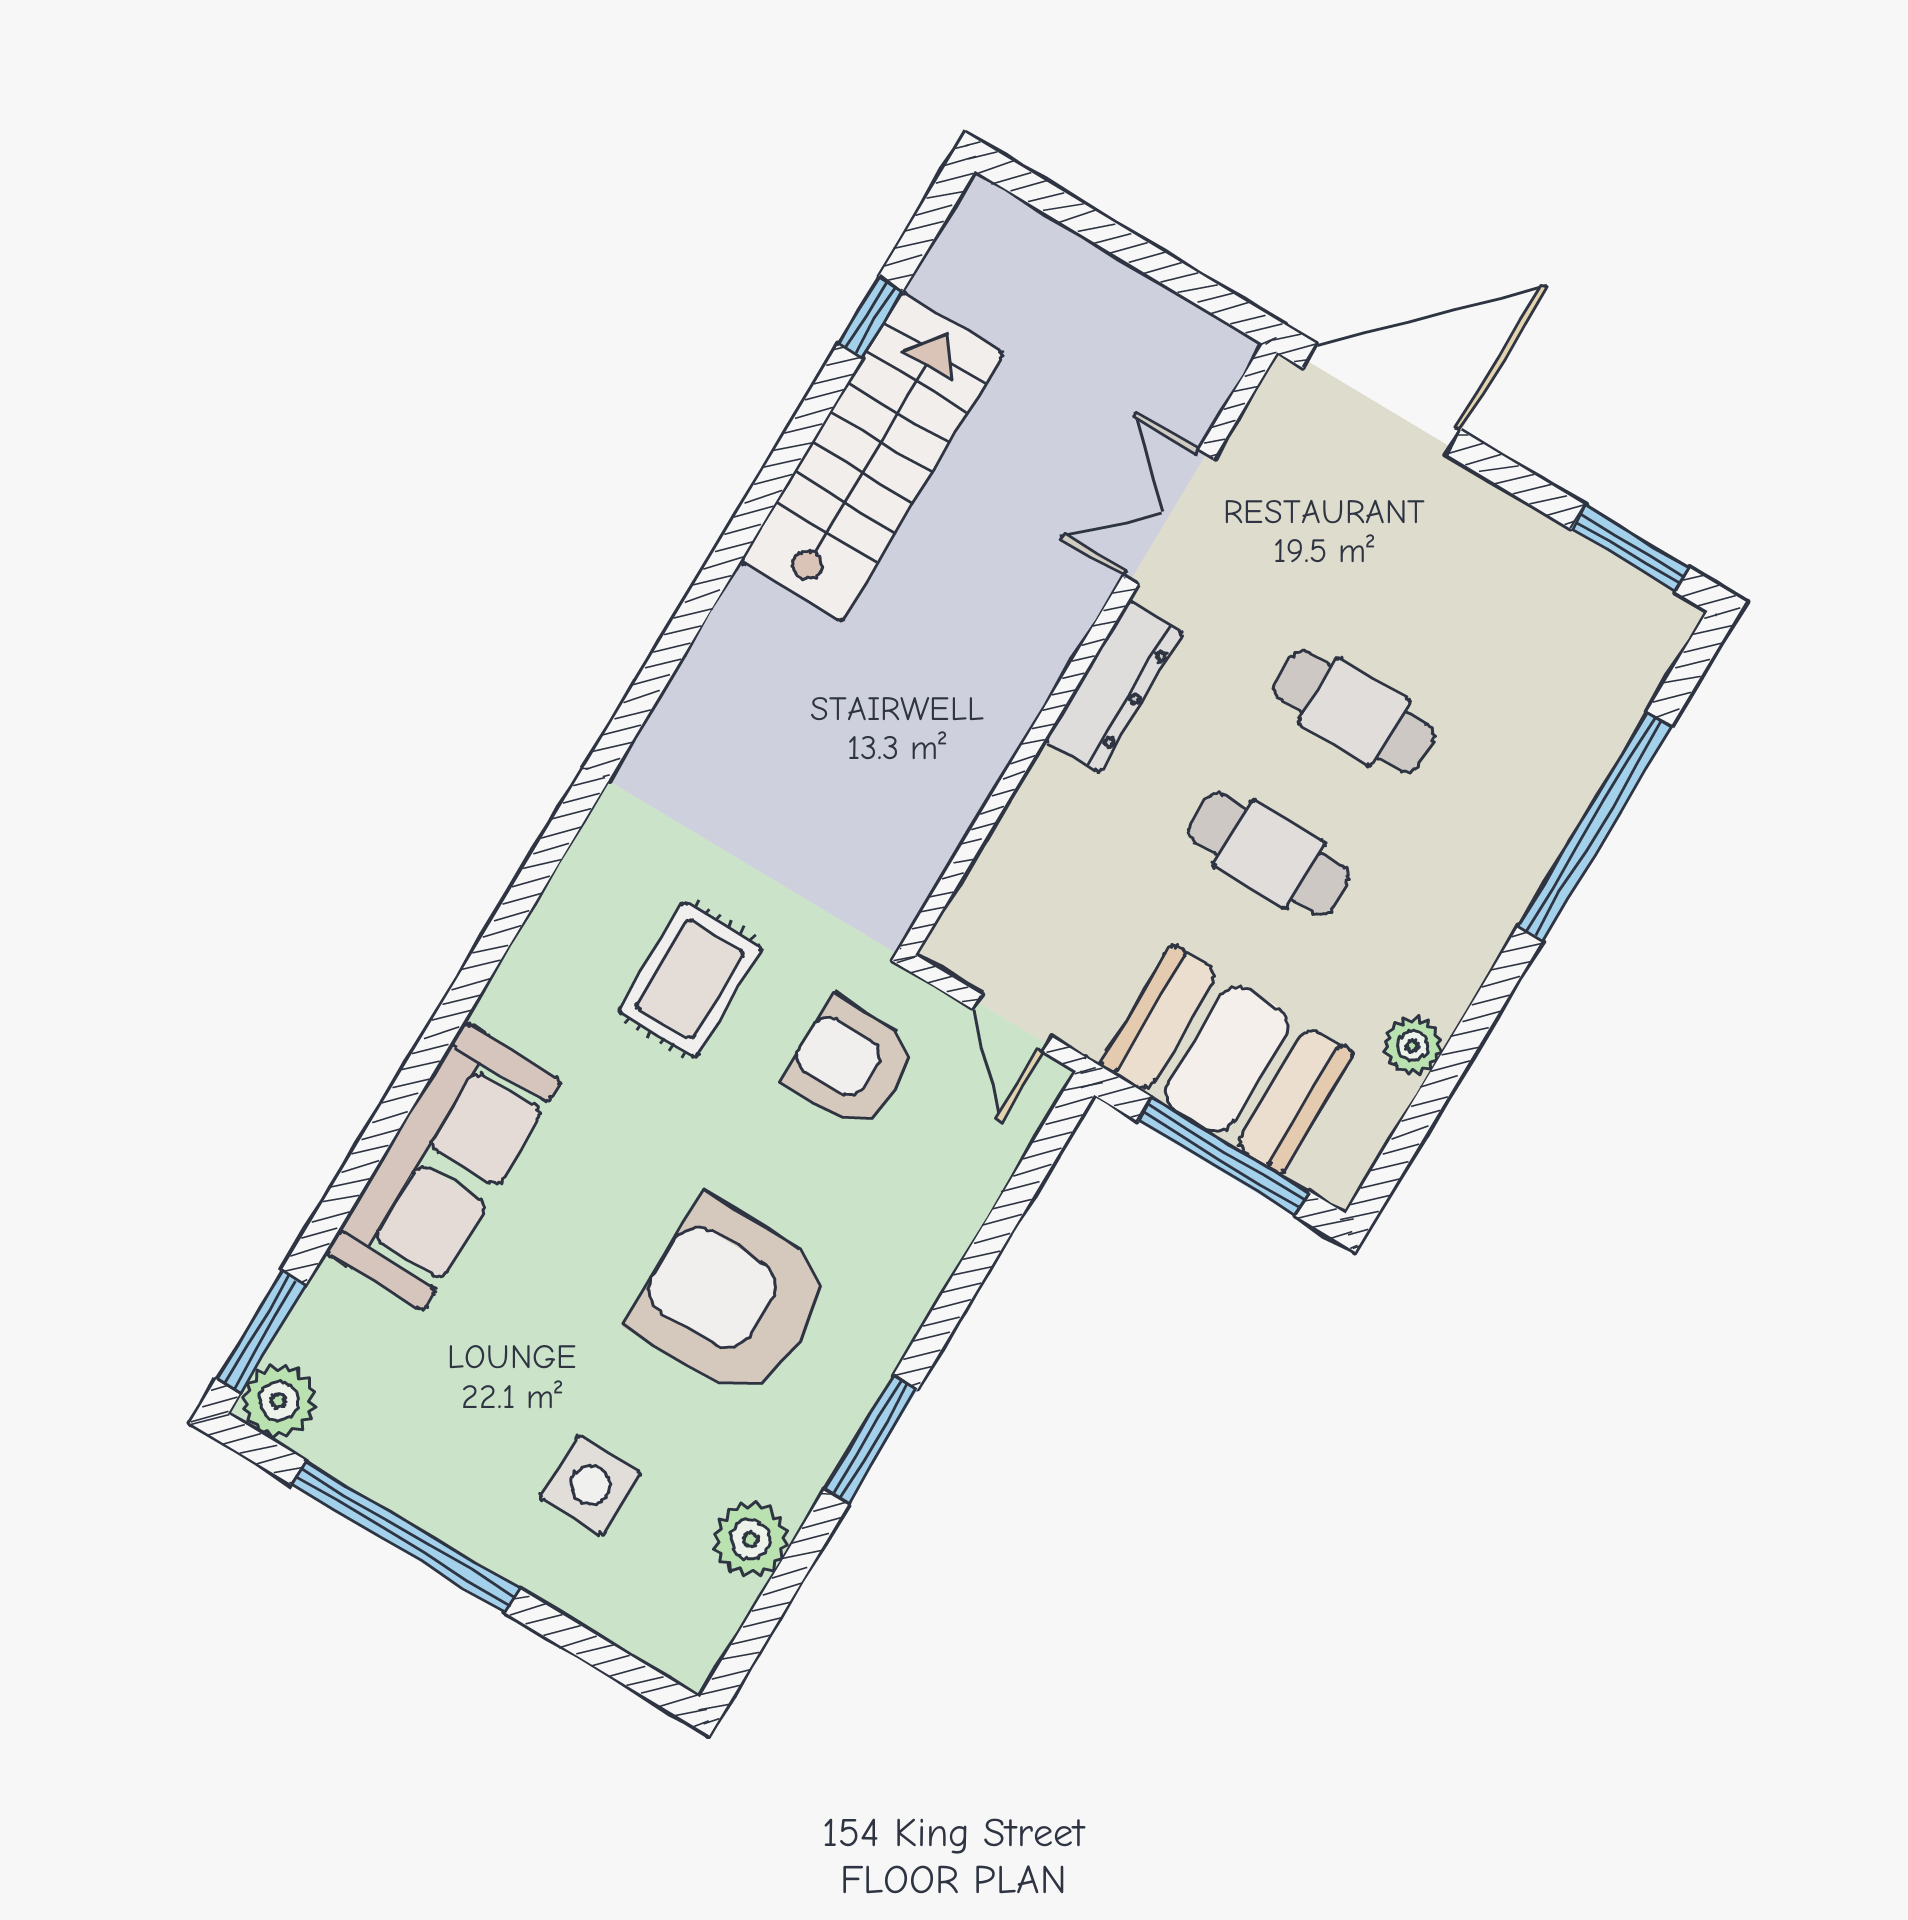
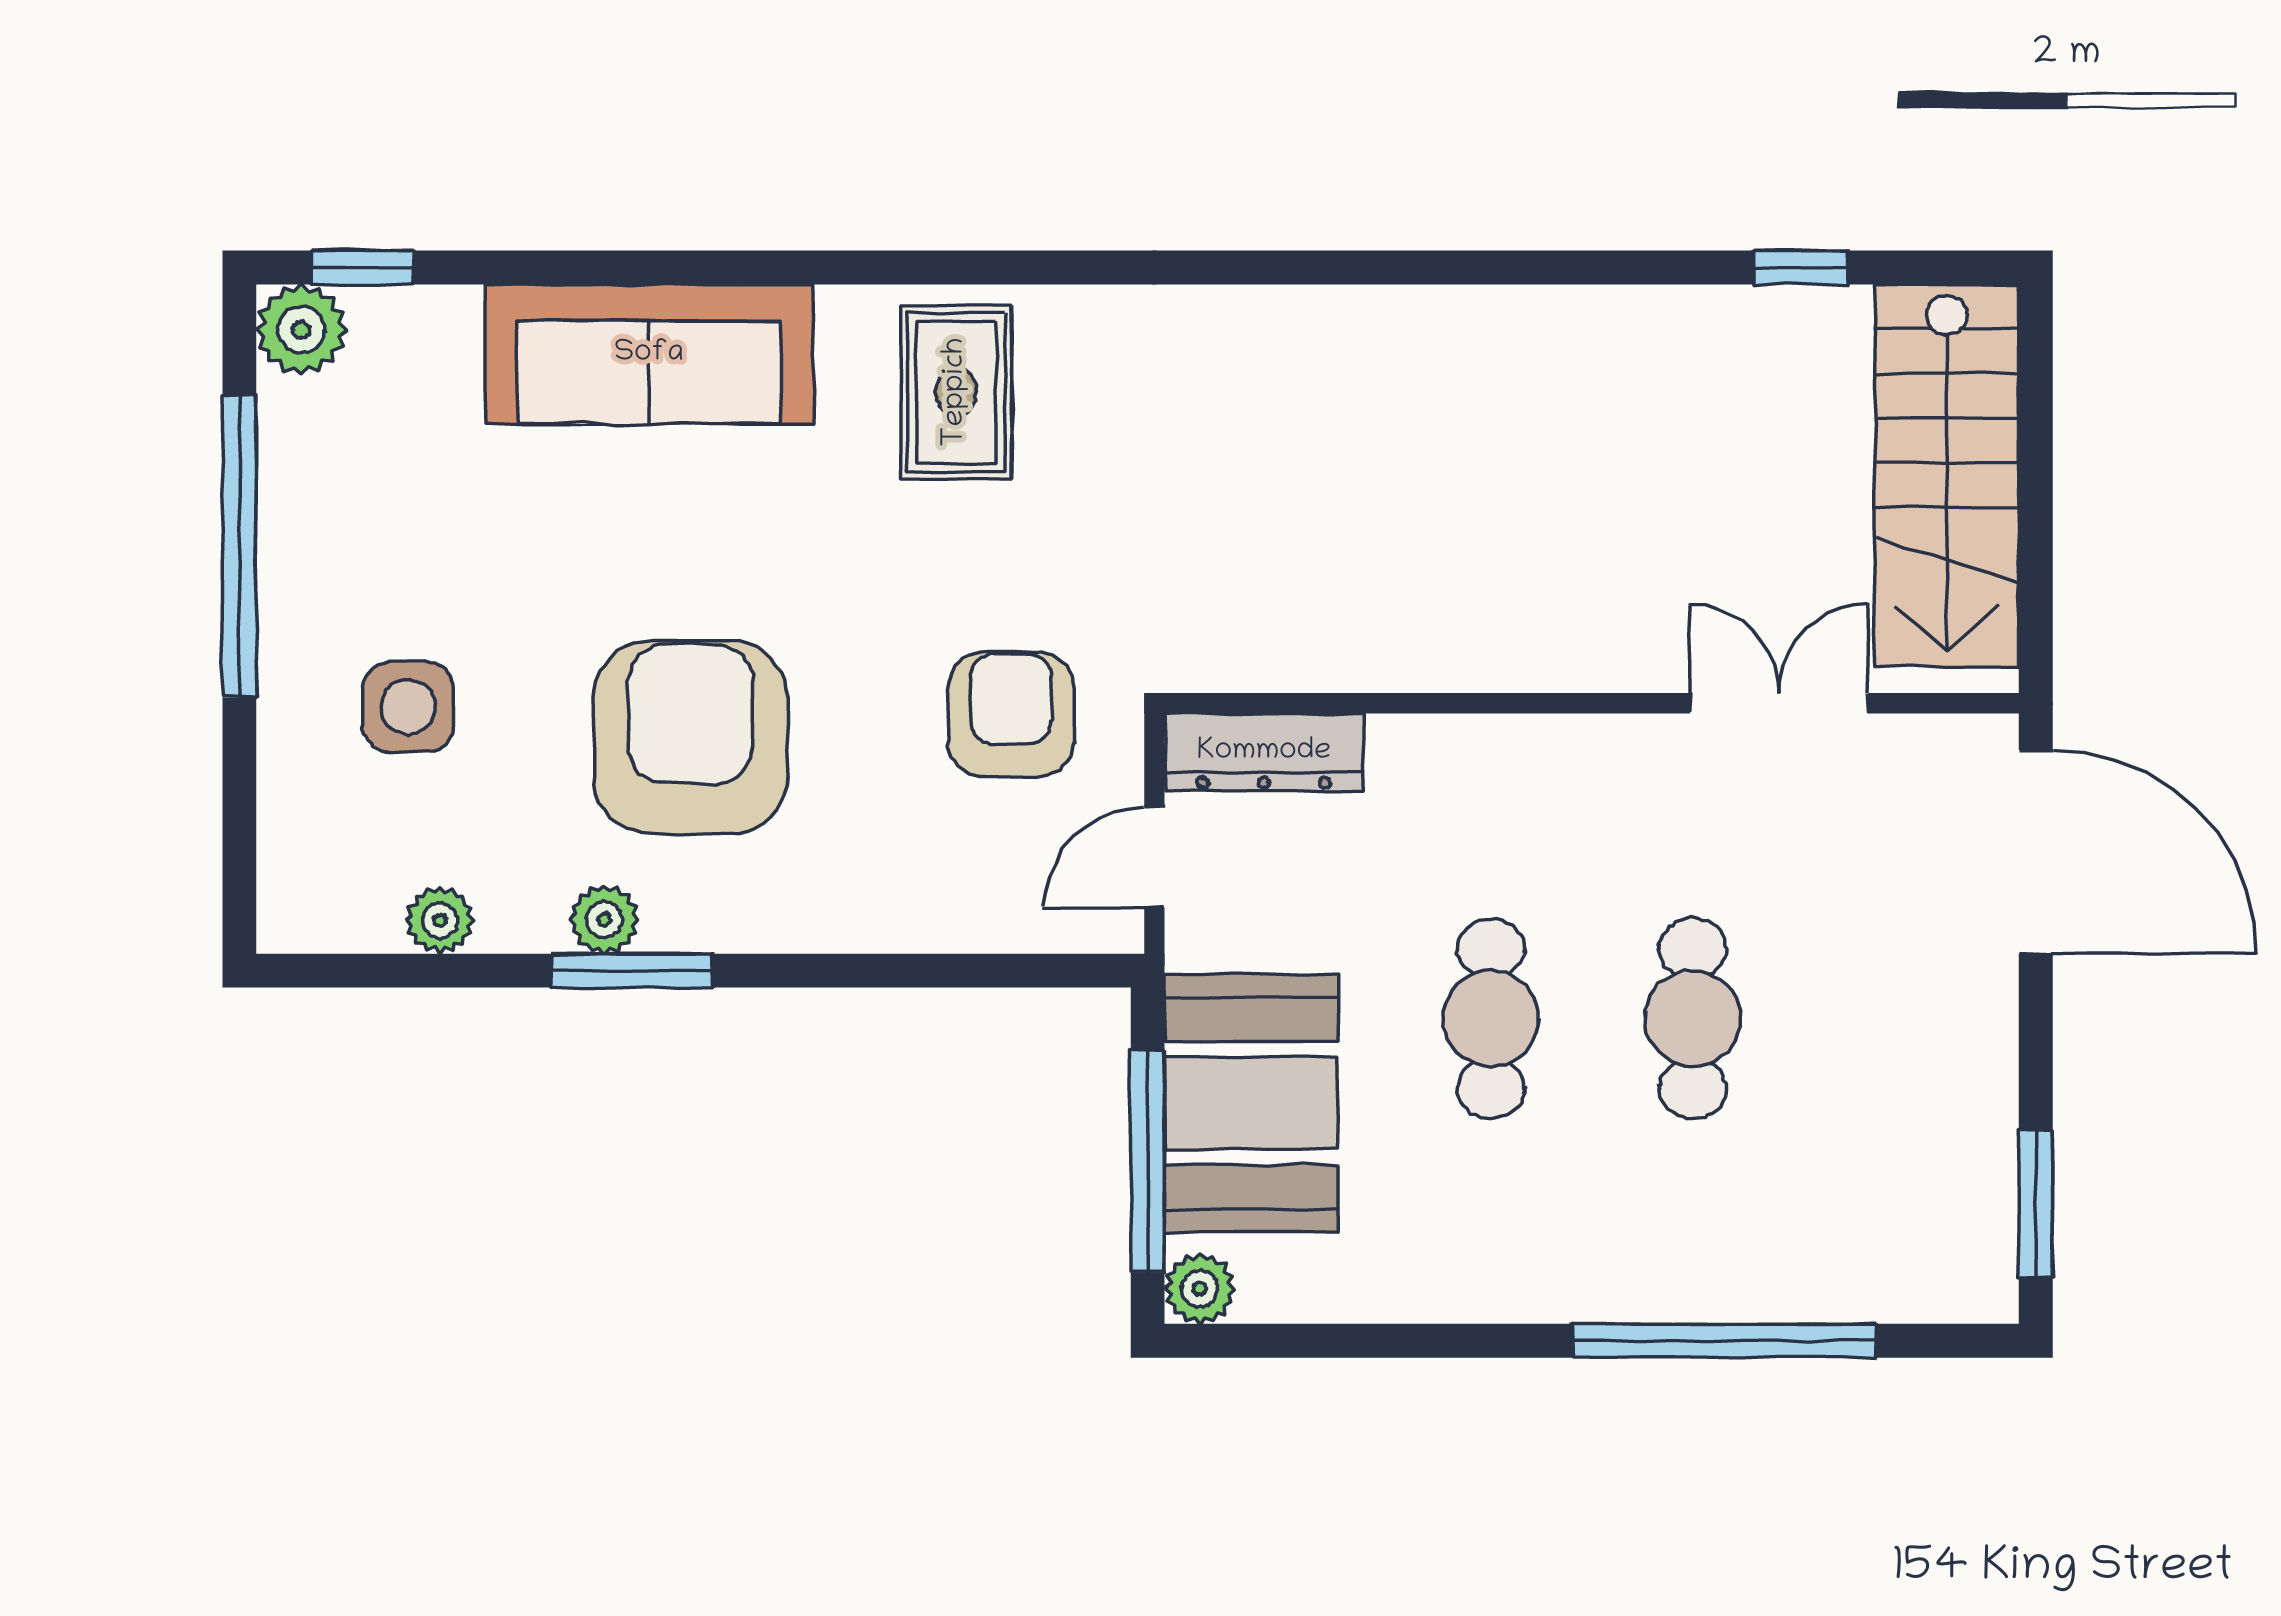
stairs: (872, 457) -> (1947, 476), moved, turned 90
dresser: (1114, 687) -> (1264, 752), moved
rug: (690, 979) -> (956, 392), moved, turned 90
plant: (1413, 1046) -> (1200, 1289), moved
window: (261, 1331) -> (363, 268), width x0.67
plant: (823, 1437) -> (604, 919), added
plant: (751, 1540) -> (440, 920), width x0.73, depth x0.73

